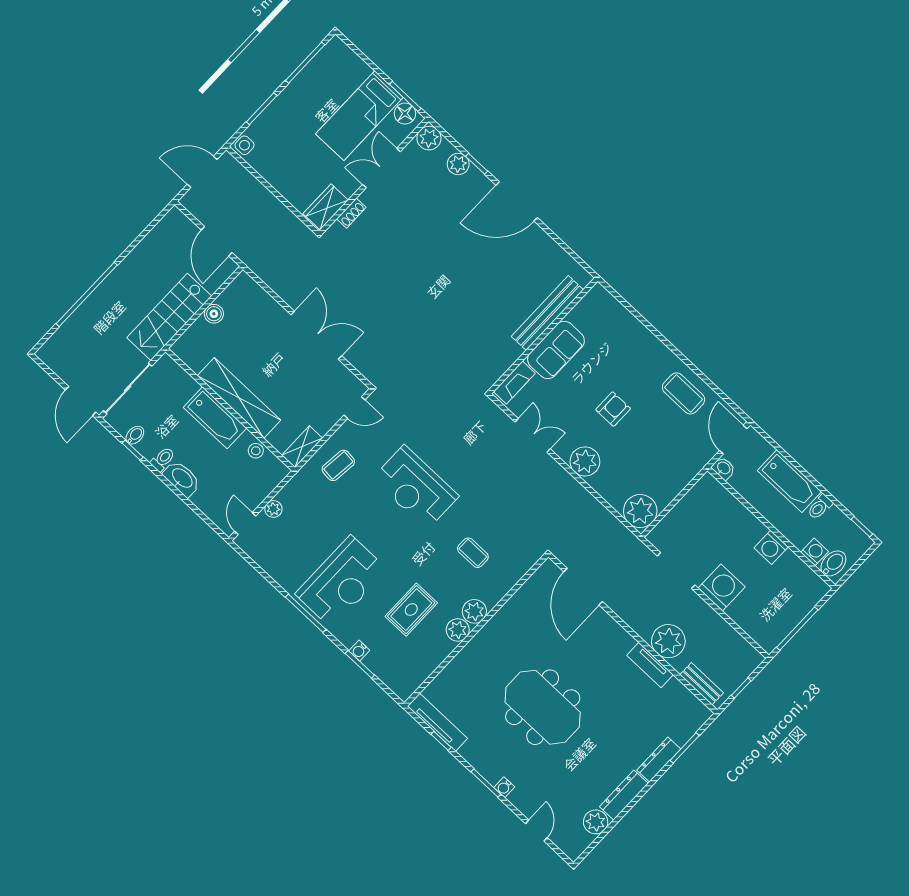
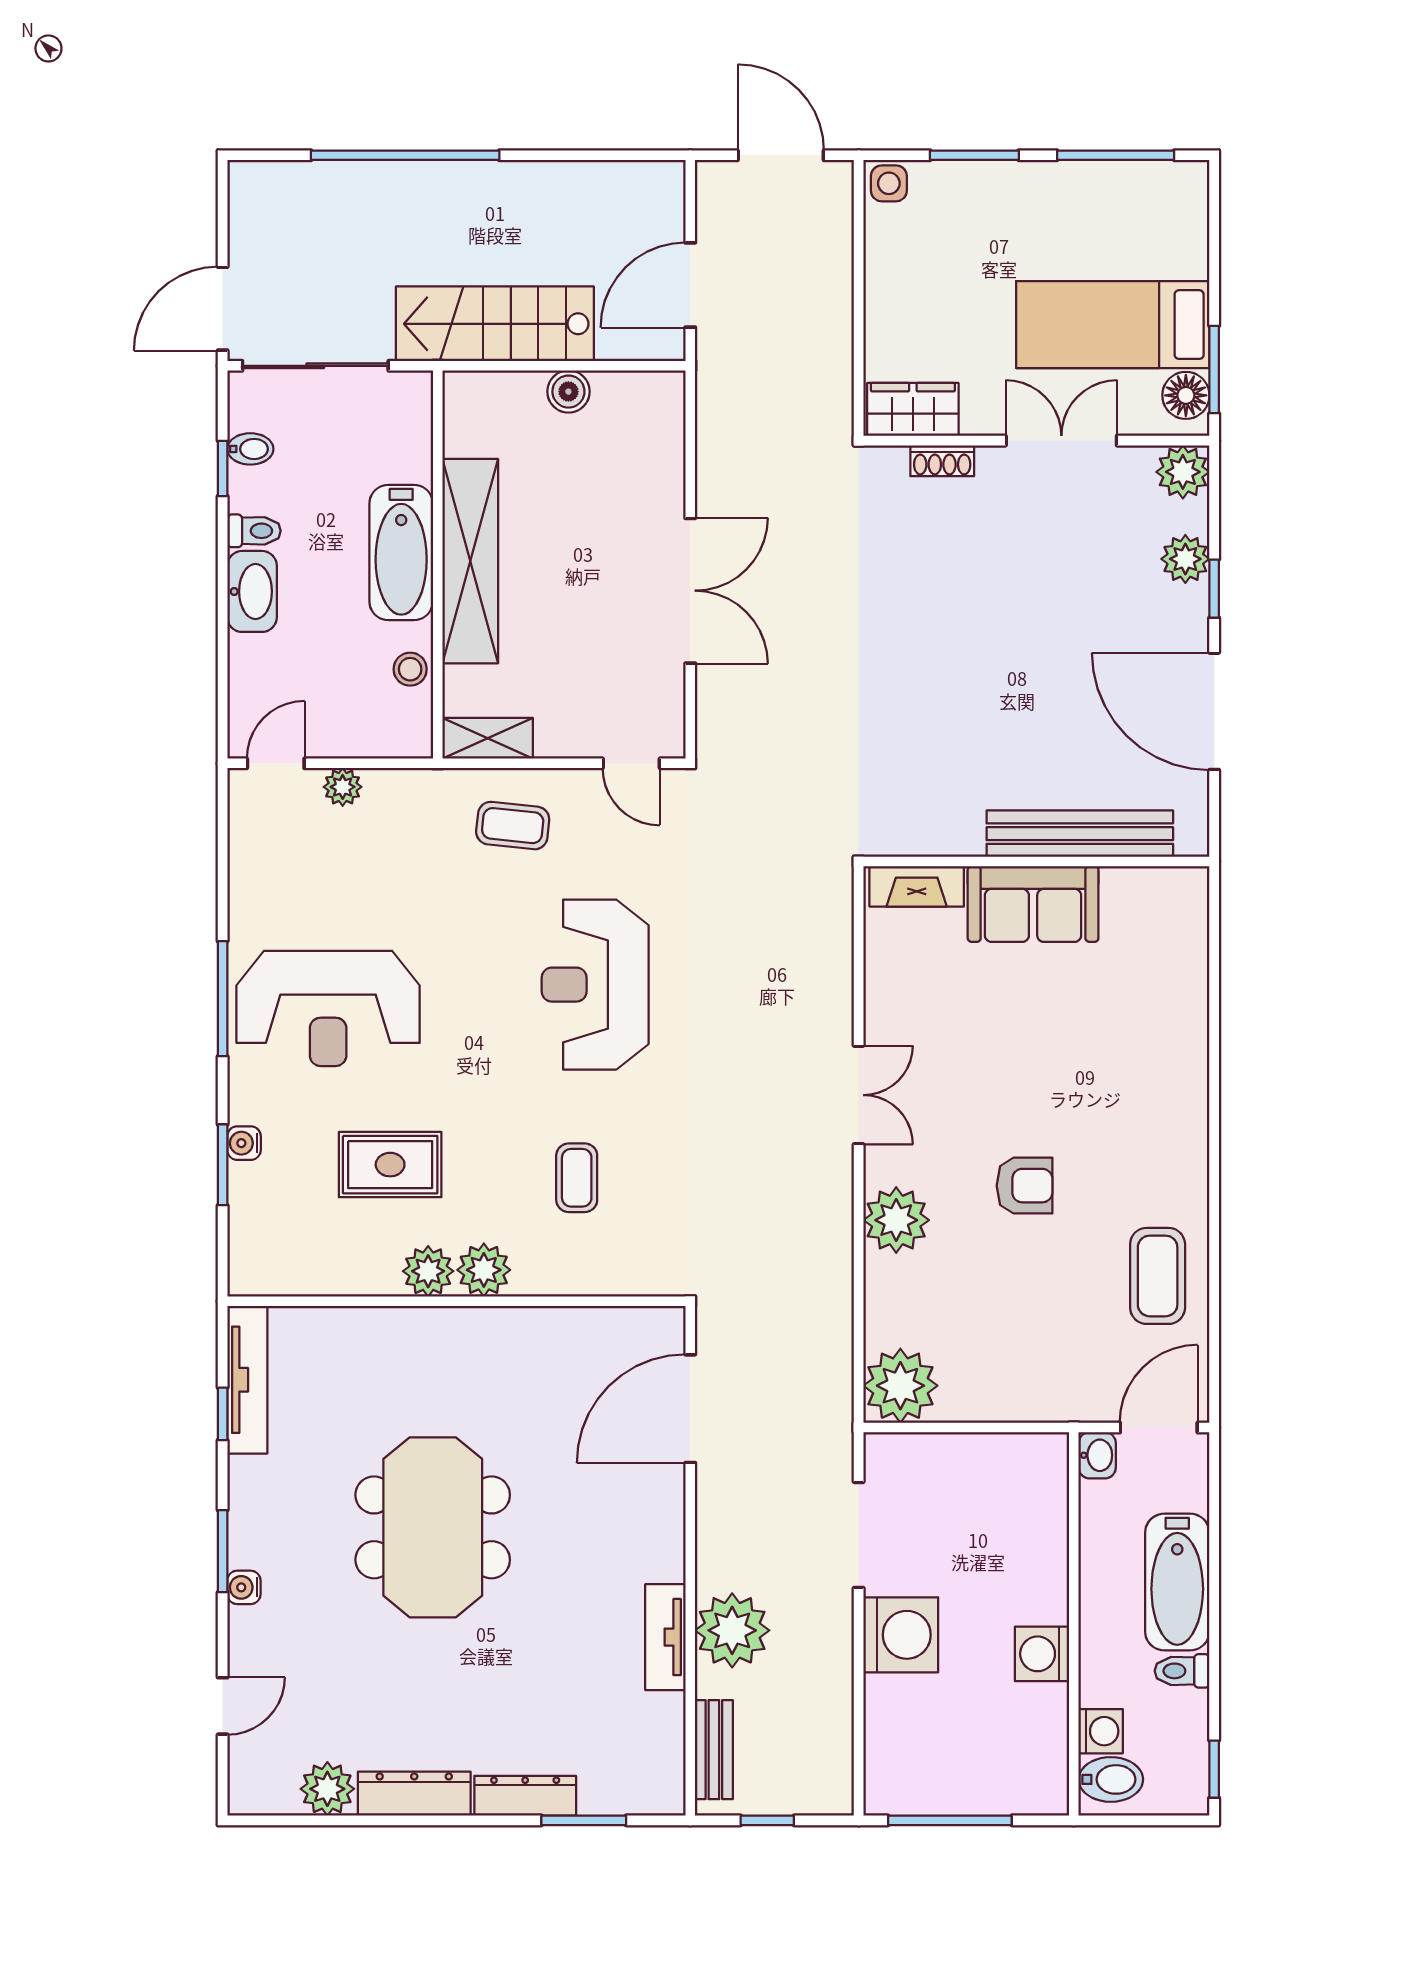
bench: (547, 313) -> (1080, 834), moved
wall: (543, 336) -> (1036, 862), moved
sofa: (556, 350) -> (1033, 904), moved
fireplace: (514, 382) -> (917, 886), moved

